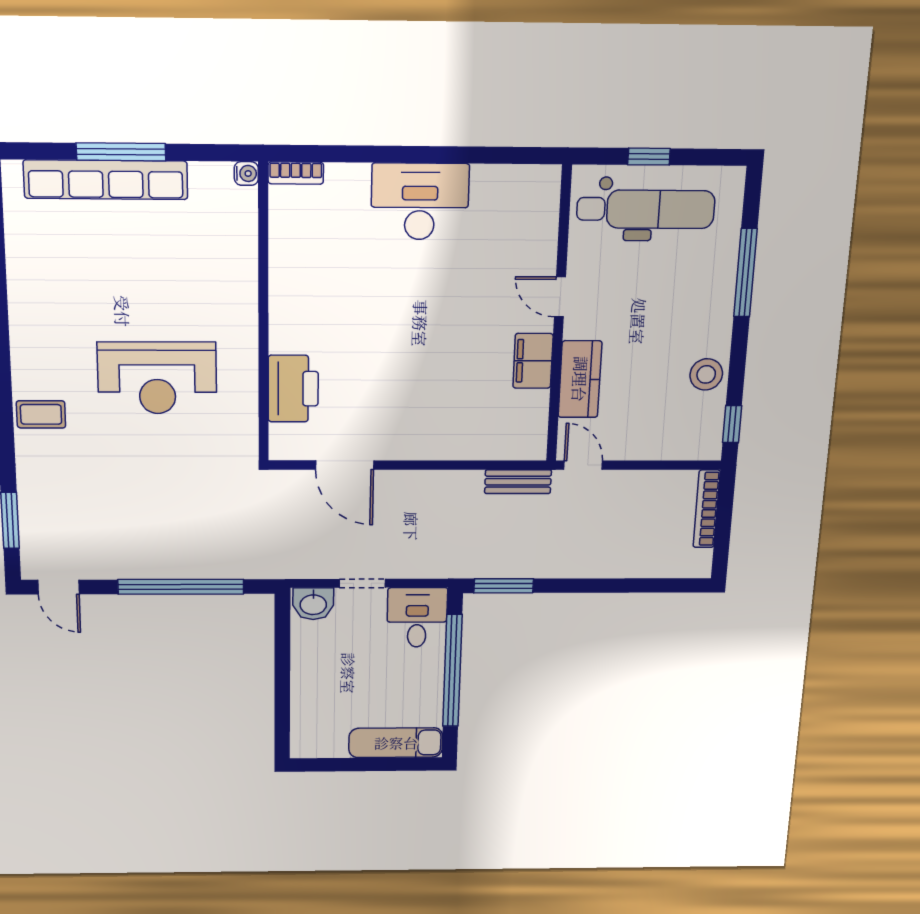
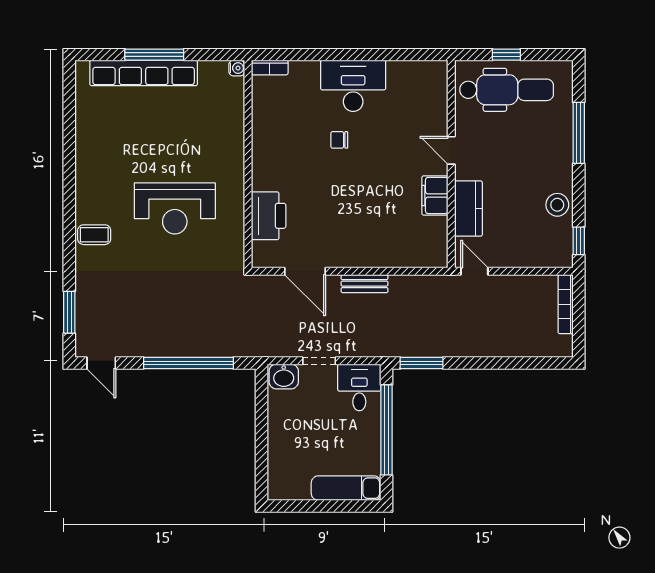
chair: (397, 281) -> (339, 140), added
bench: (518, 482) -> (364, 284), moved

